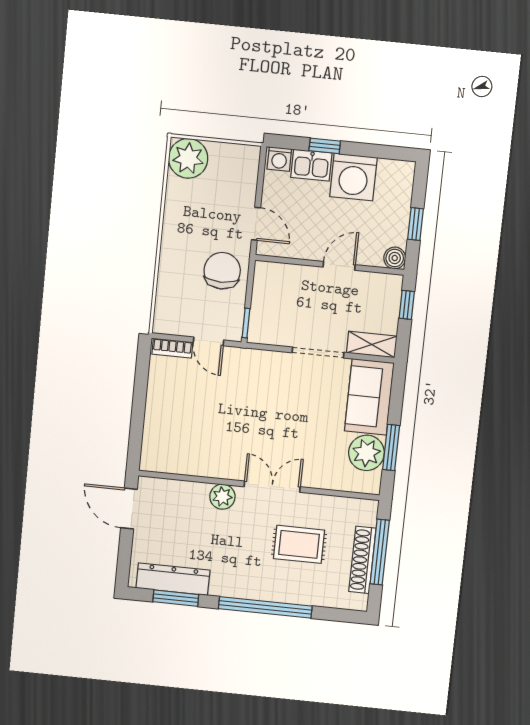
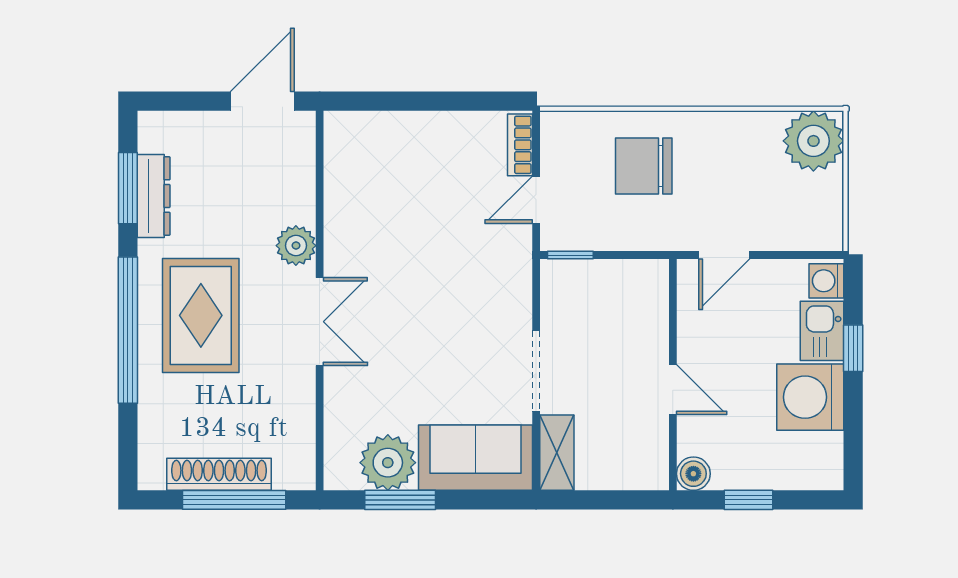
chair: (222, 271) -> (644, 166), moved, turned 180
window: (407, 305) -> (623, 500), removed
rug: (299, 544) -> (201, 315), moved, width x1.36, depth x1.43
dresser: (173, 579) -> (154, 196), width x0.73, depth x0.80

